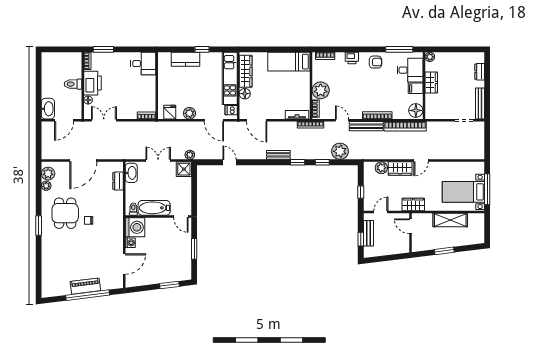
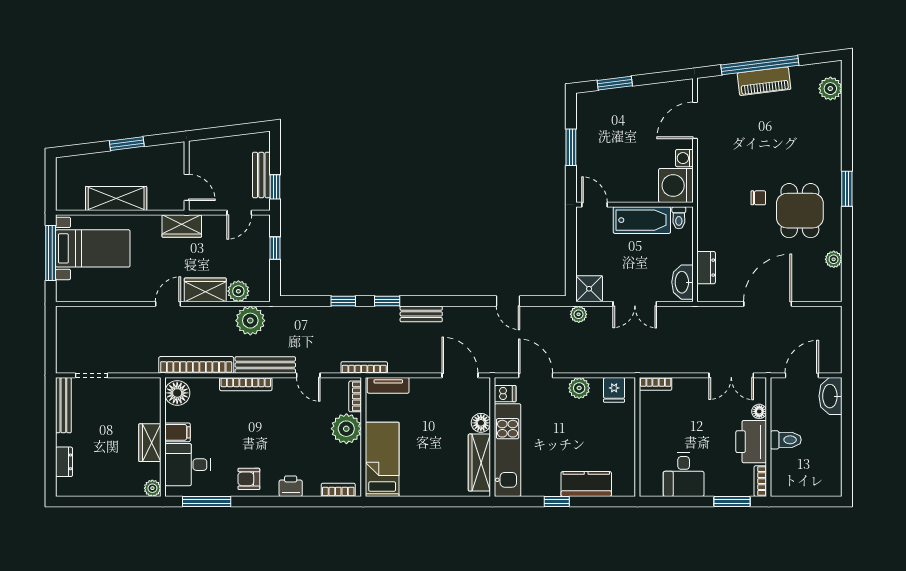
bed: (289, 62) -> (382, 459), moved, turned -90
desk: (143, 64) -> (684, 475), moved, turned -90
plant: (340, 151) -> (250, 321), moved
plant: (48, 174) -> (830, 89), moved
window: (361, 239) -> (275, 187), moved

